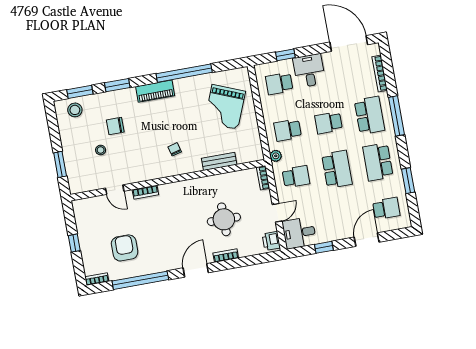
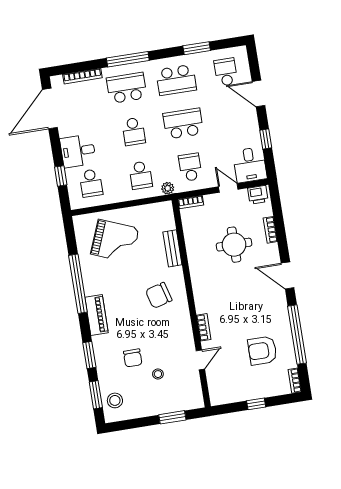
chair: (175, 149) -> (159, 295), width x1.87, depth x1.87
bookcase: (226, 256) -> (270, 230), moved

